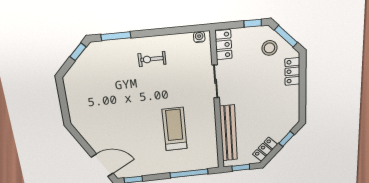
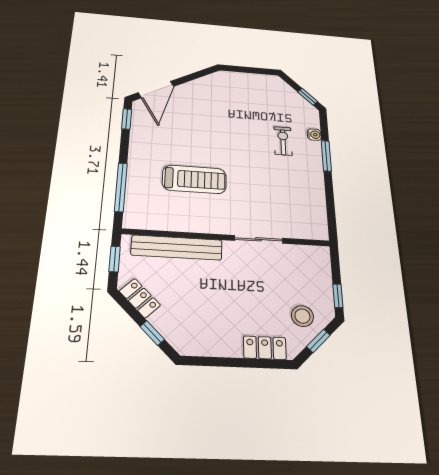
window: (116, 36) -> (326, 156), moved
window: (286, 36) -> (318, 341), width x0.67
water cooler: (199, 37) -> (314, 135), moved
locker: (223, 45) -> (310, 255), removed
exercise bike: (152, 59) -> (283, 141), moved

